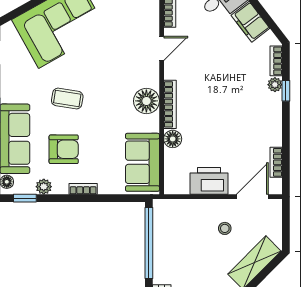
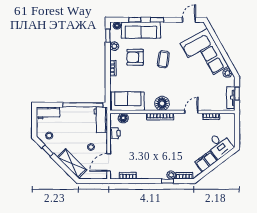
door: (162, 48) -> (191, 112), swing flipped
floor lamp: (173, 139) -> (123, 118), moved
armchair: (64, 149) -> (135, 57), turned 90
printer: (209, 181) -> (115, 133), width x0.53, depth x0.68
door: (252, 197) -> (109, 162), swing flipped
workbench: (176, 211) -> (101, 120), added

